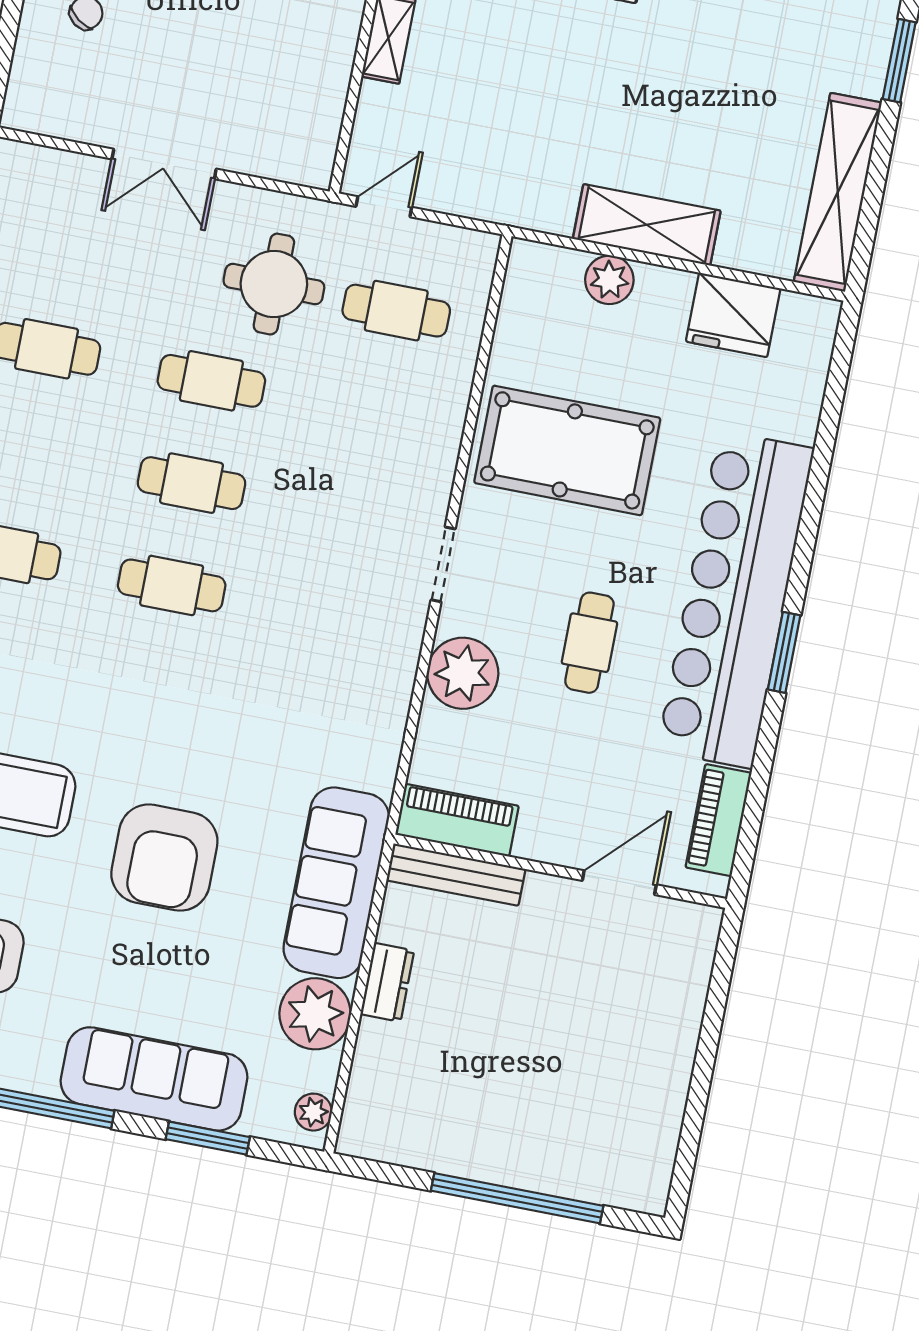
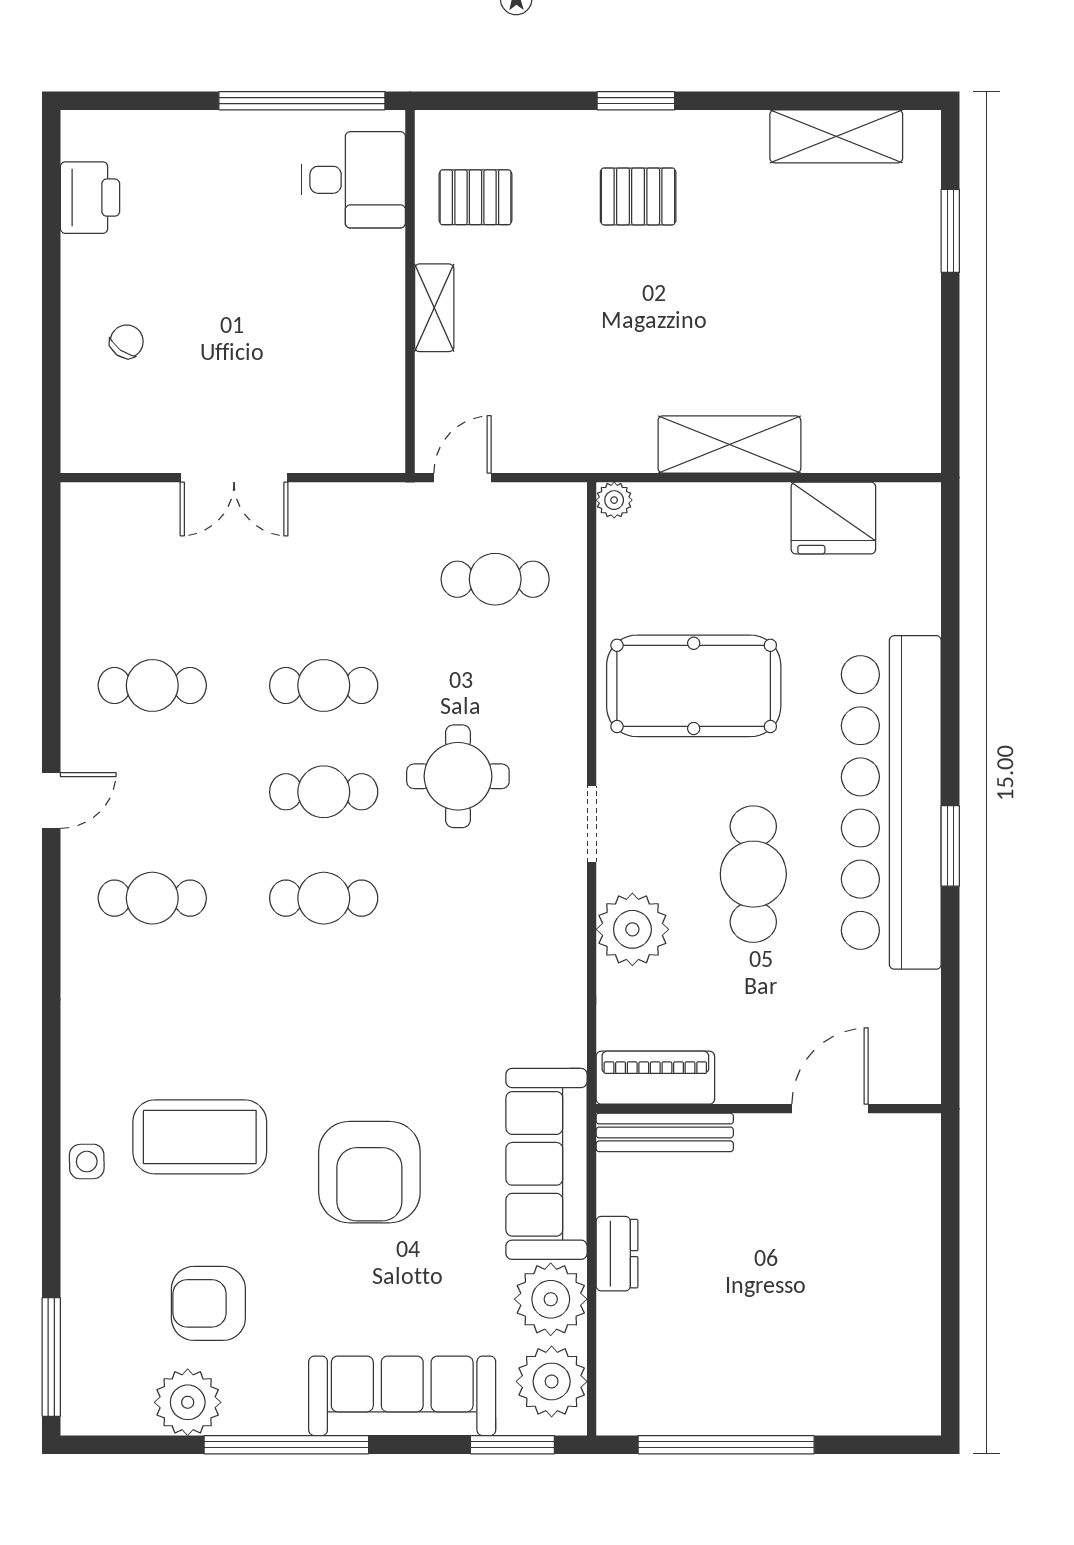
shelving: (838, 192) -> (914, 375), removed
plant: (609, 280) -> (614, 500), moved, width x0.73, depth x0.73
round table: (274, 284) -> (458, 776), moved
cafe table: (589, 643) -> (753, 874), width x1.37, depth x1.35
piano: (718, 820) -> (917, 1027), removed
plant: (313, 1112) -> (552, 1381), width x1.87, depth x1.87
window: (208, 1138) -> (512, 1445), moved
window: (517, 1198) -> (726, 1445), moved

